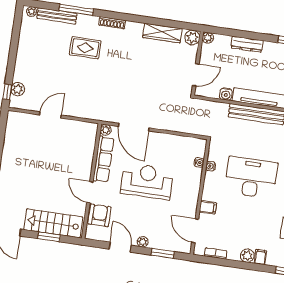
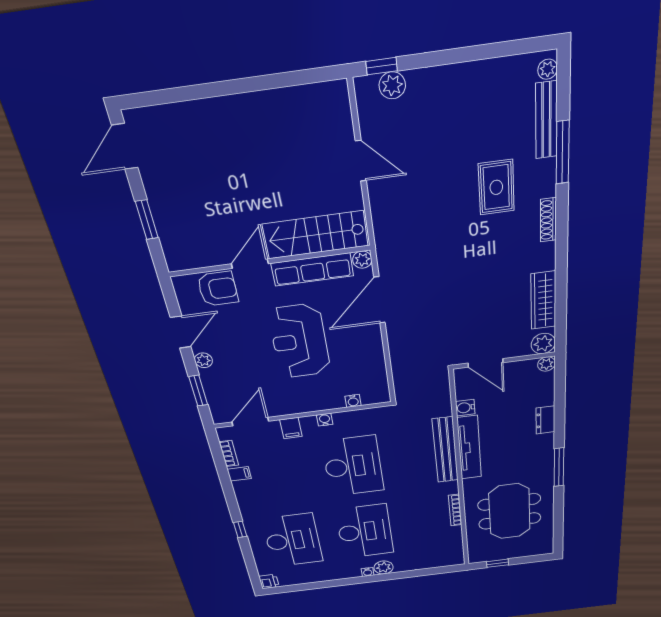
dresser: (247, 44) -> (545, 420), width x0.70
water cooler: (211, 166) -> (325, 420), moved
reception desk: (147, 181) -> (299, 341), turned 180
stairs: (53, 223) -> (316, 235), moved, turned -90
plant: (247, 256) -> (243, 488), removed
filing cabinet: (260, 257) -> (239, 474), moved

